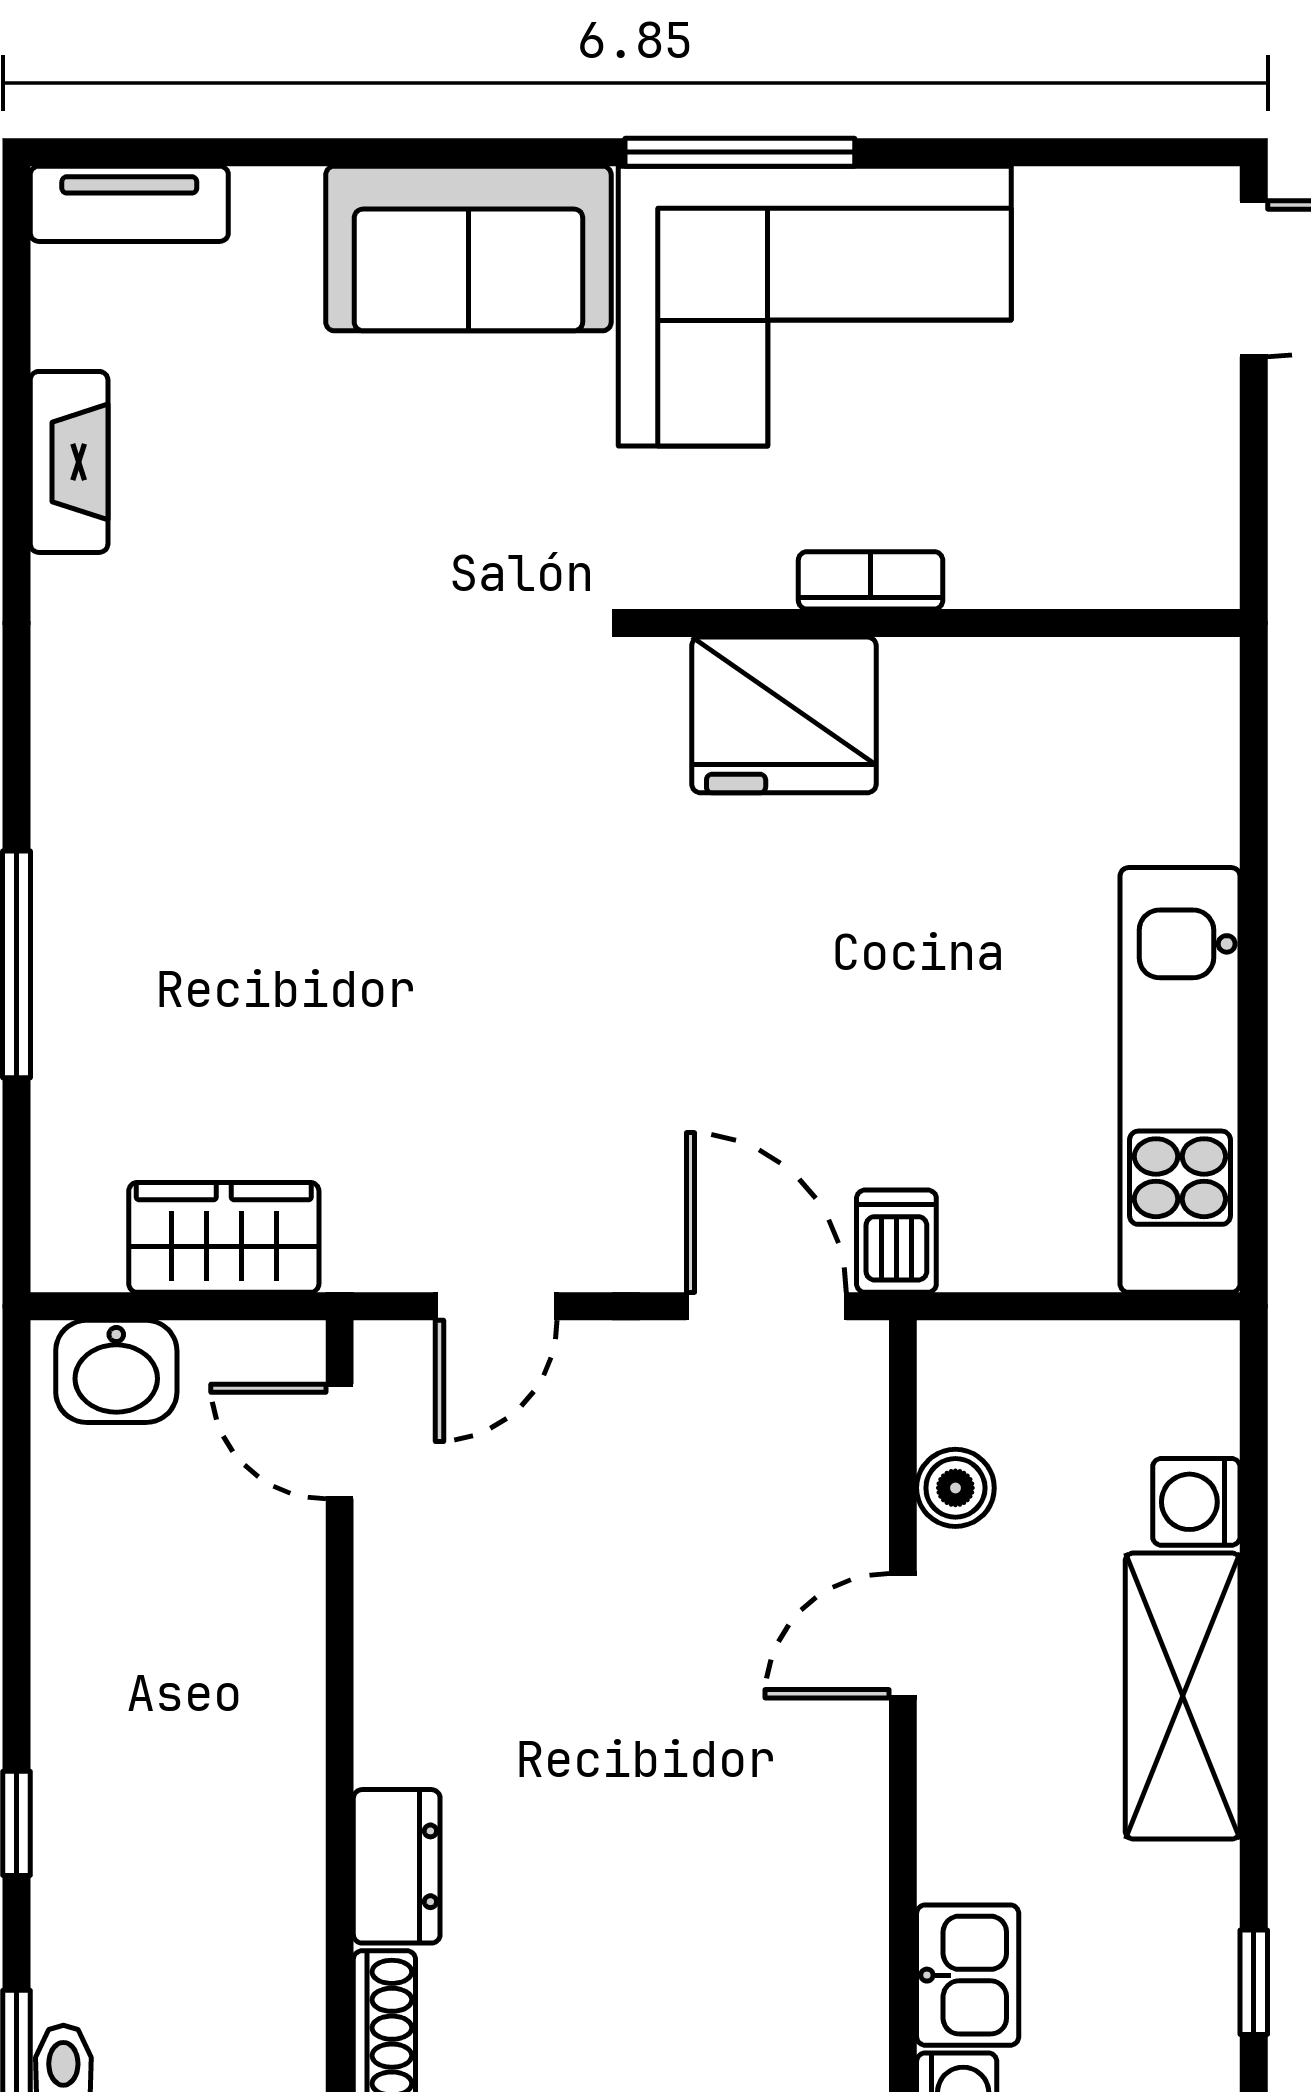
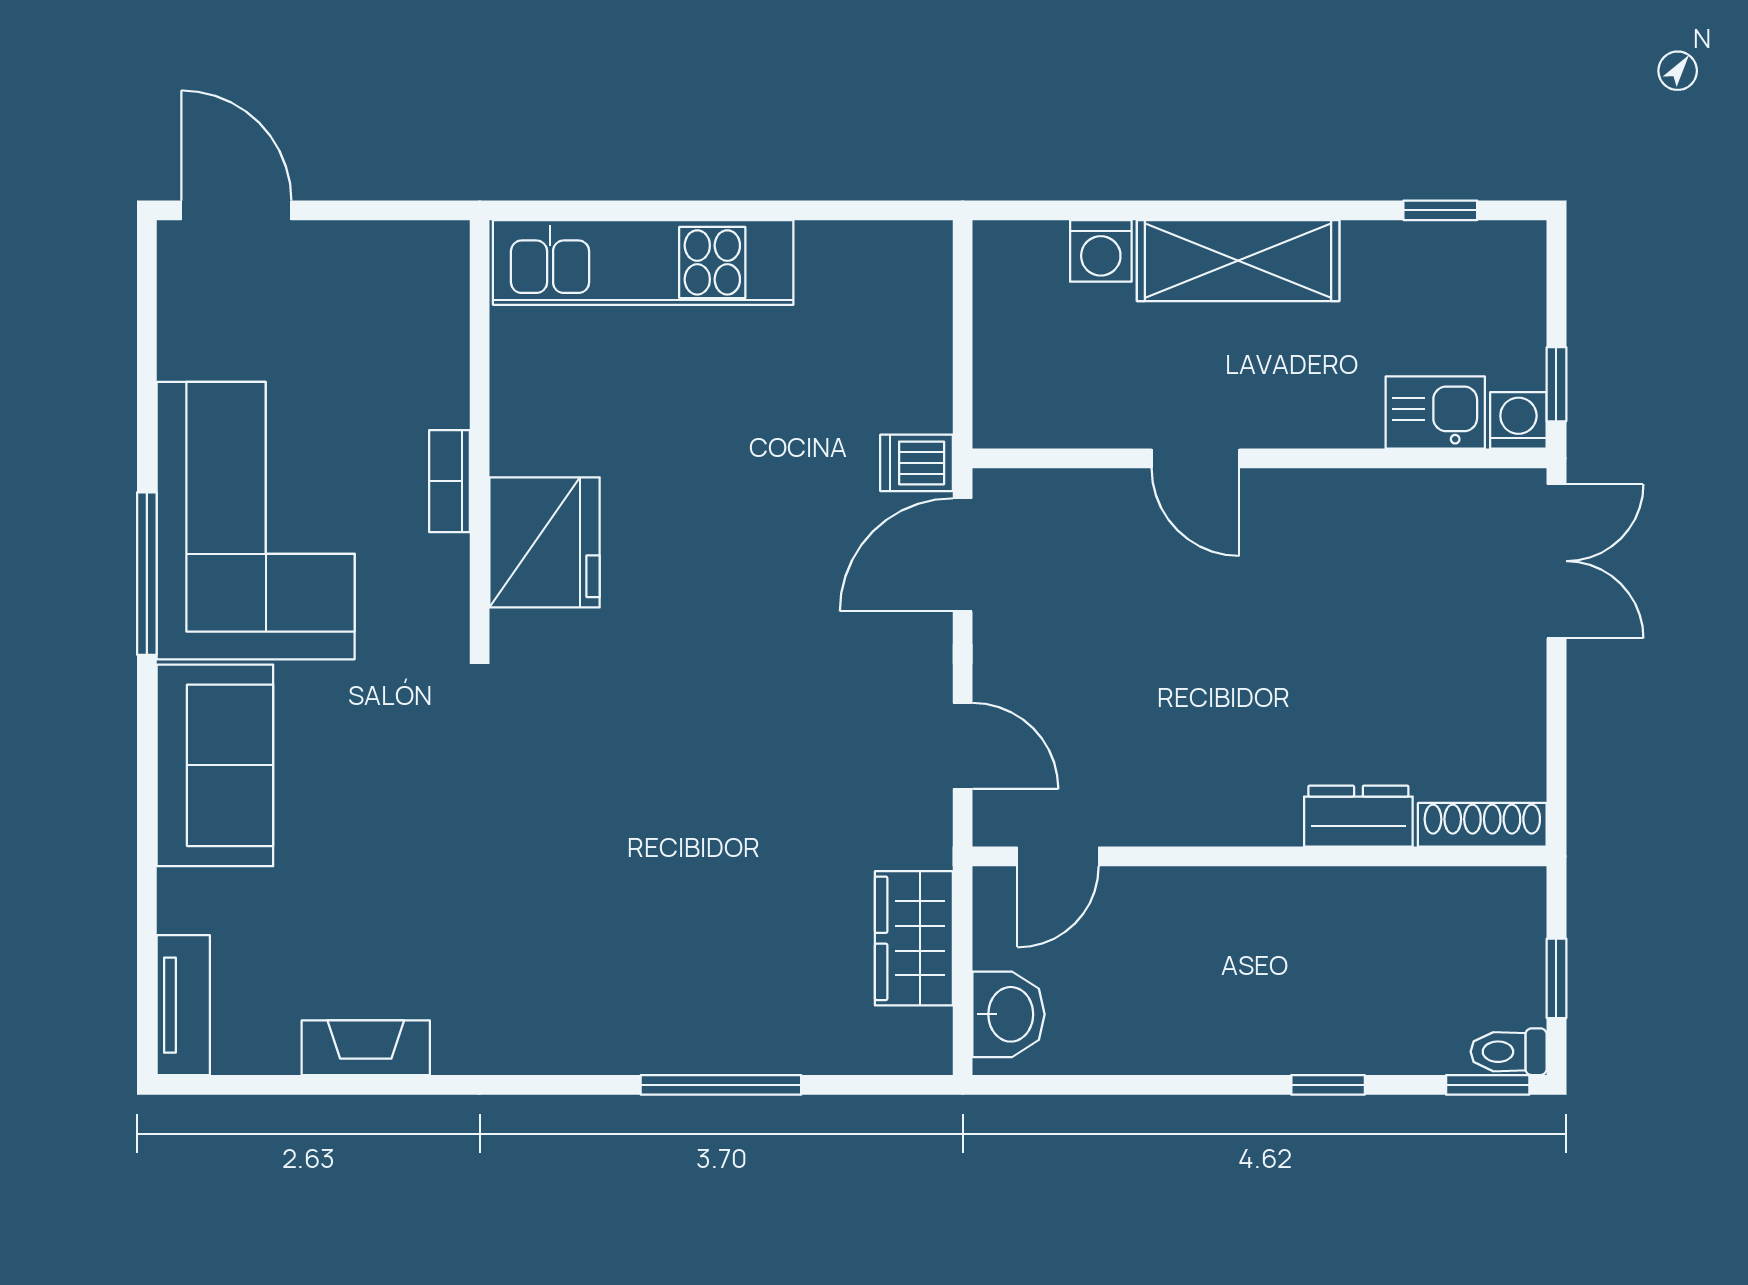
kitchen unit: (1180, 1080) -> (643, 262), moved
boiler: (955, 1488) -> (1091, 421), removed

